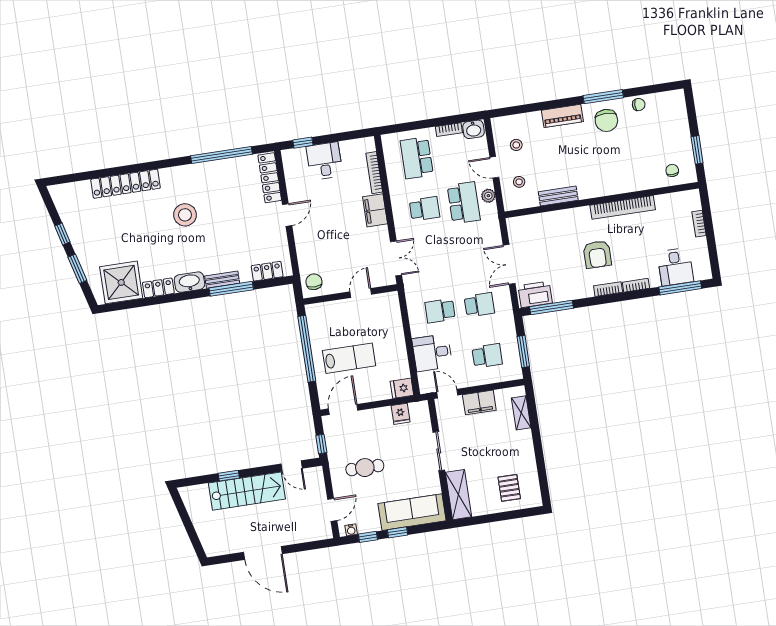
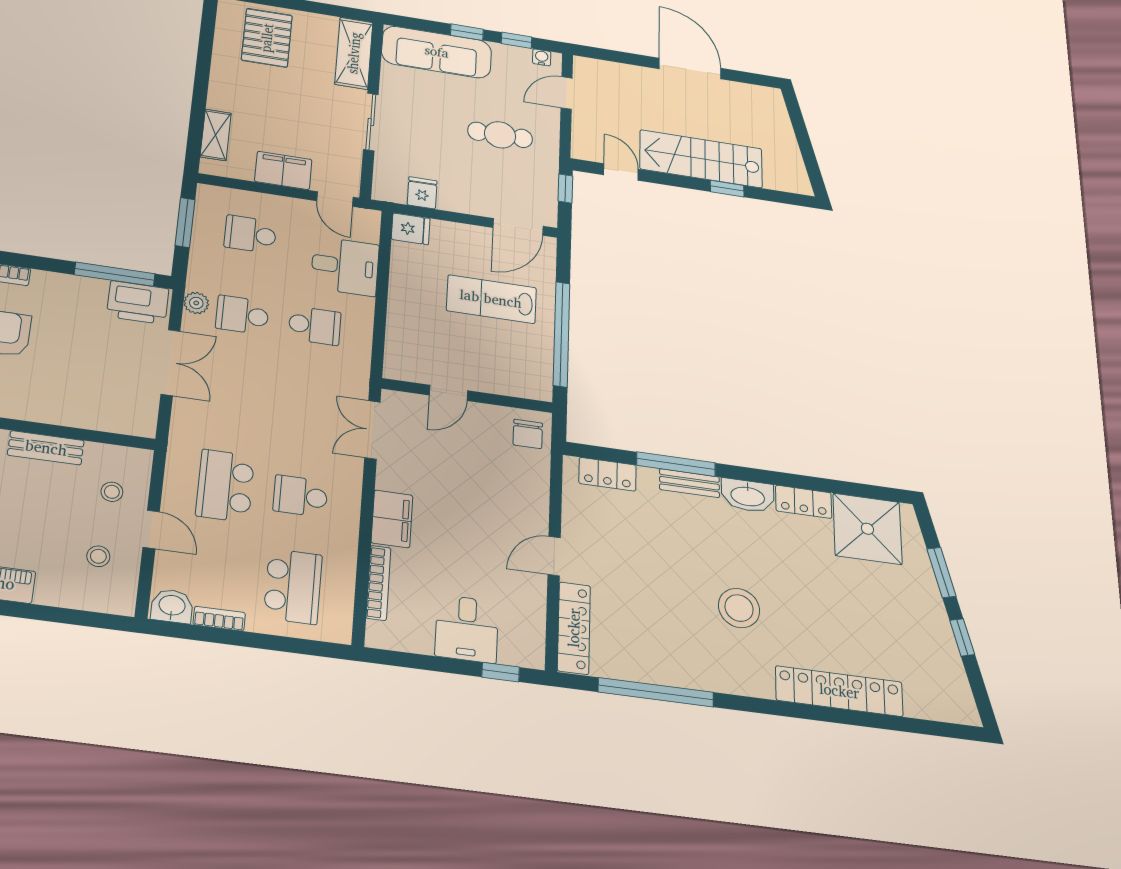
plant: (488, 196) -> (196, 303), moved
pallet: (509, 488) -> (267, 38), width x1.50, depth x1.42

